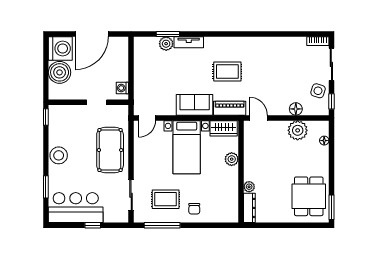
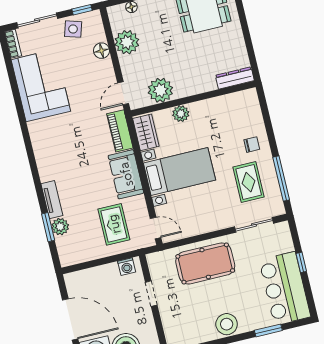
corner sofa: (280, 55) -> (41, 85), added
rug: (227, 72) -> (114, 224), moved
plant: (249, 187) -> (160, 90), moved, width x1.88, depth x1.88

